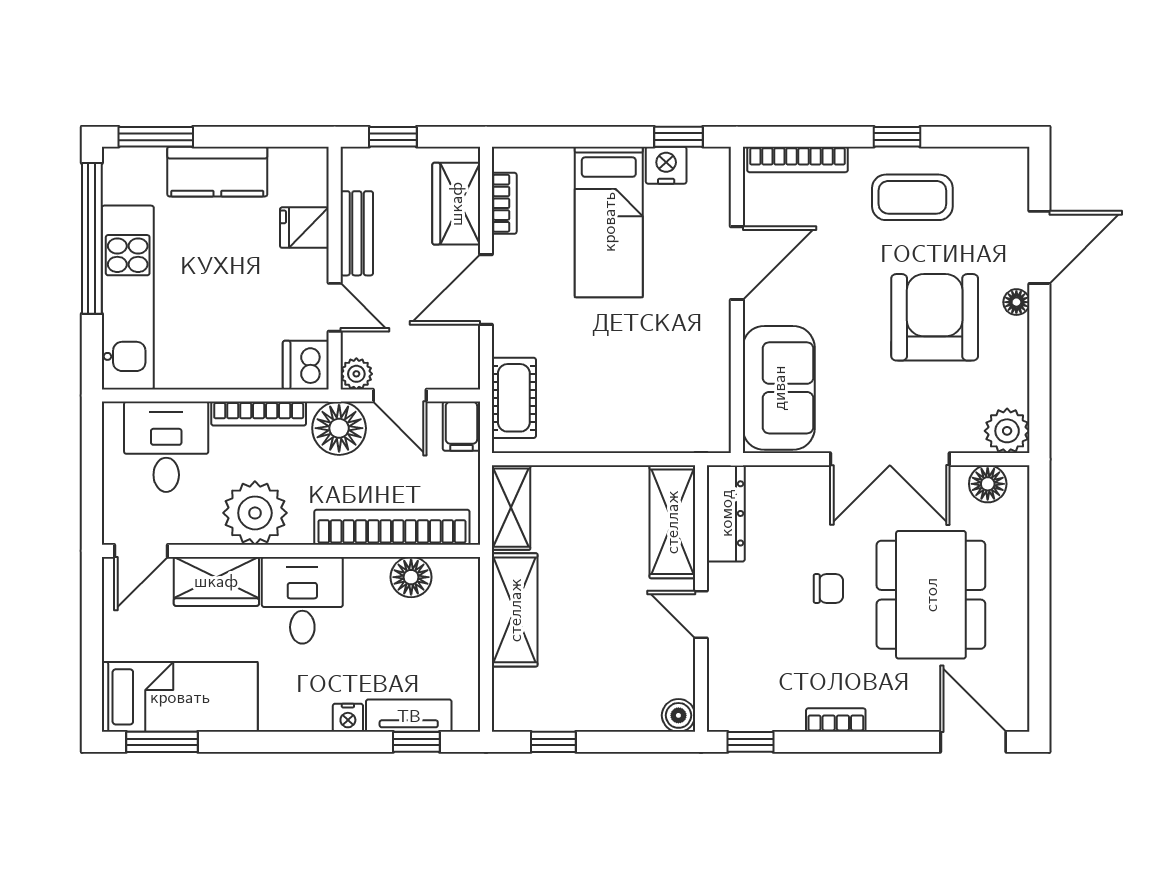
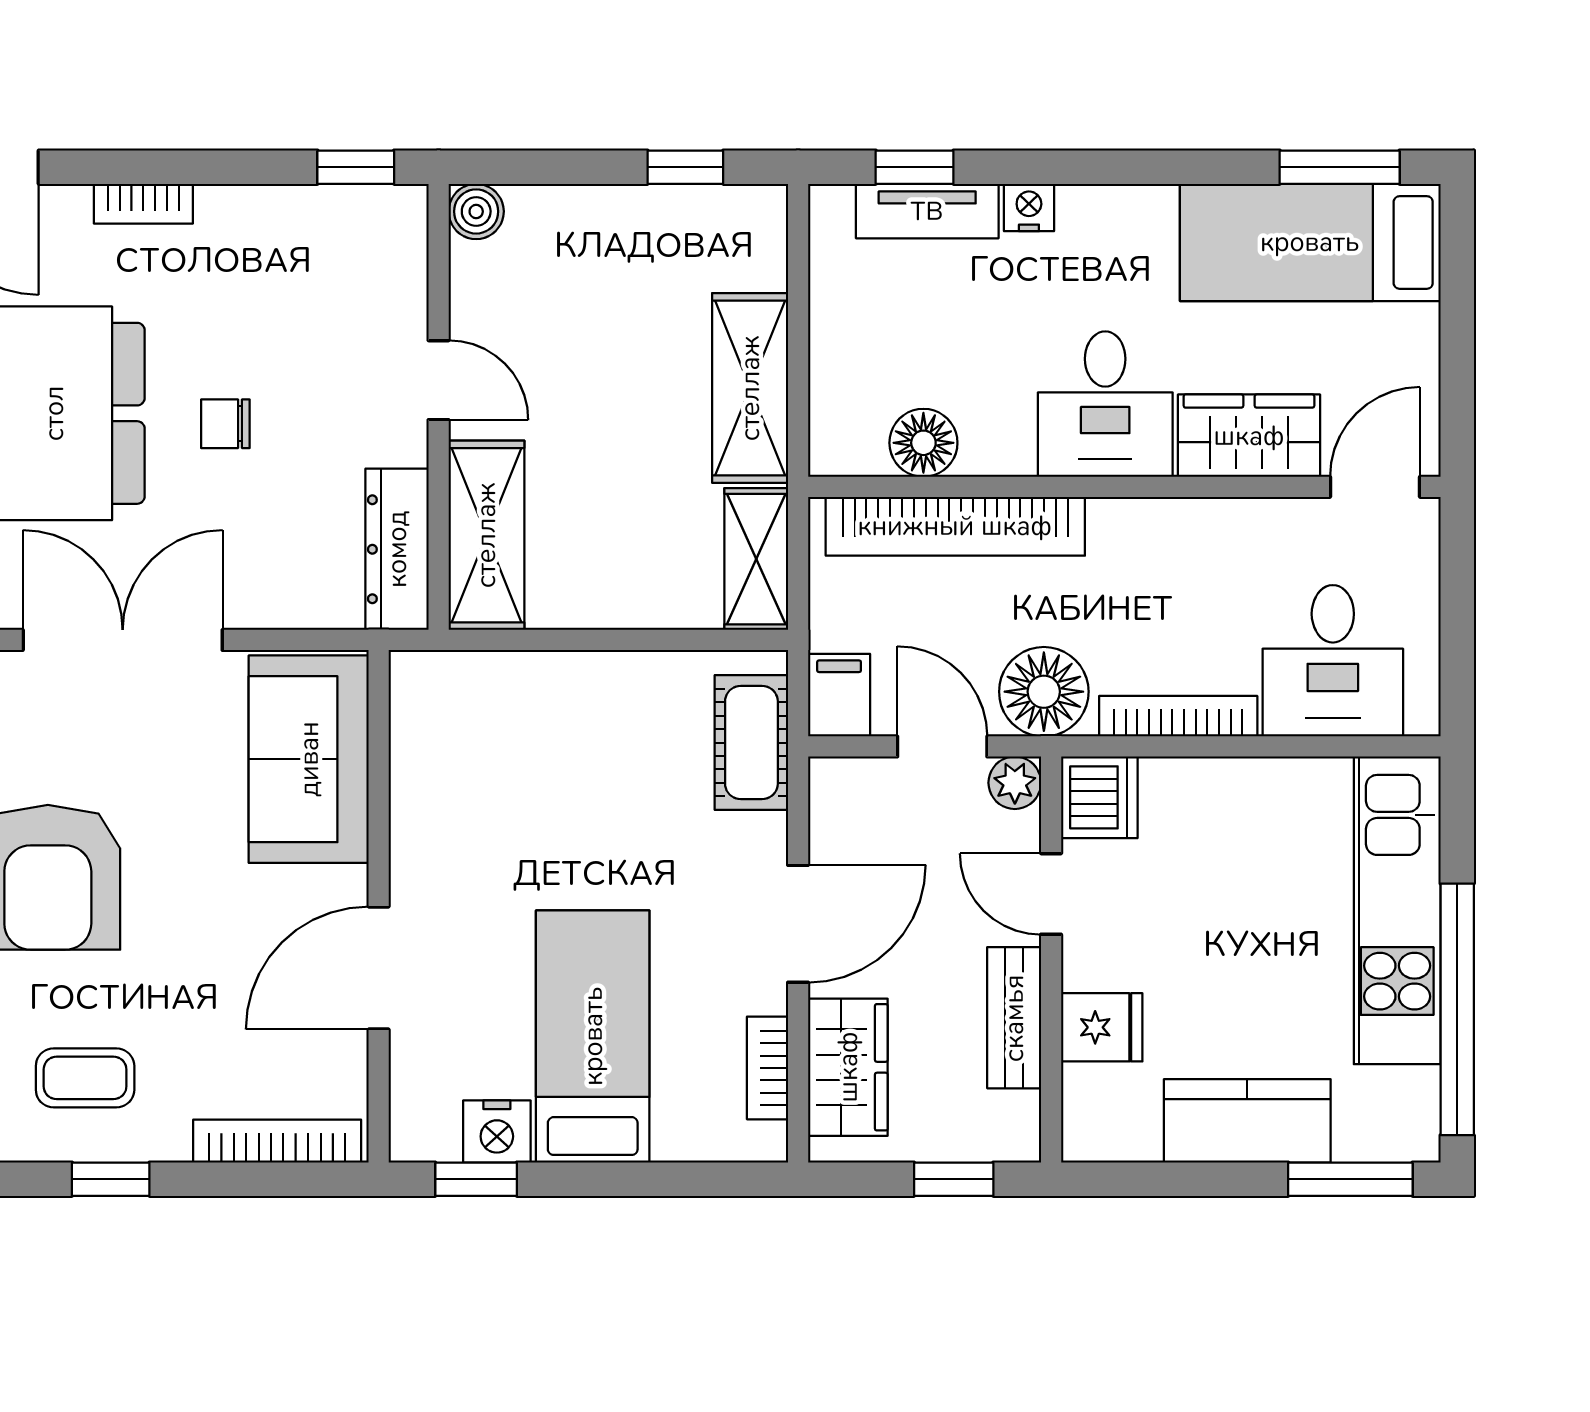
coffee table: (912, 197) -> (85, 1078), width x0.73, depth x0.77
plant: (255, 513) -> (1184, 550), removed
bookcase: (836, 720) -> (143, 204), moved

